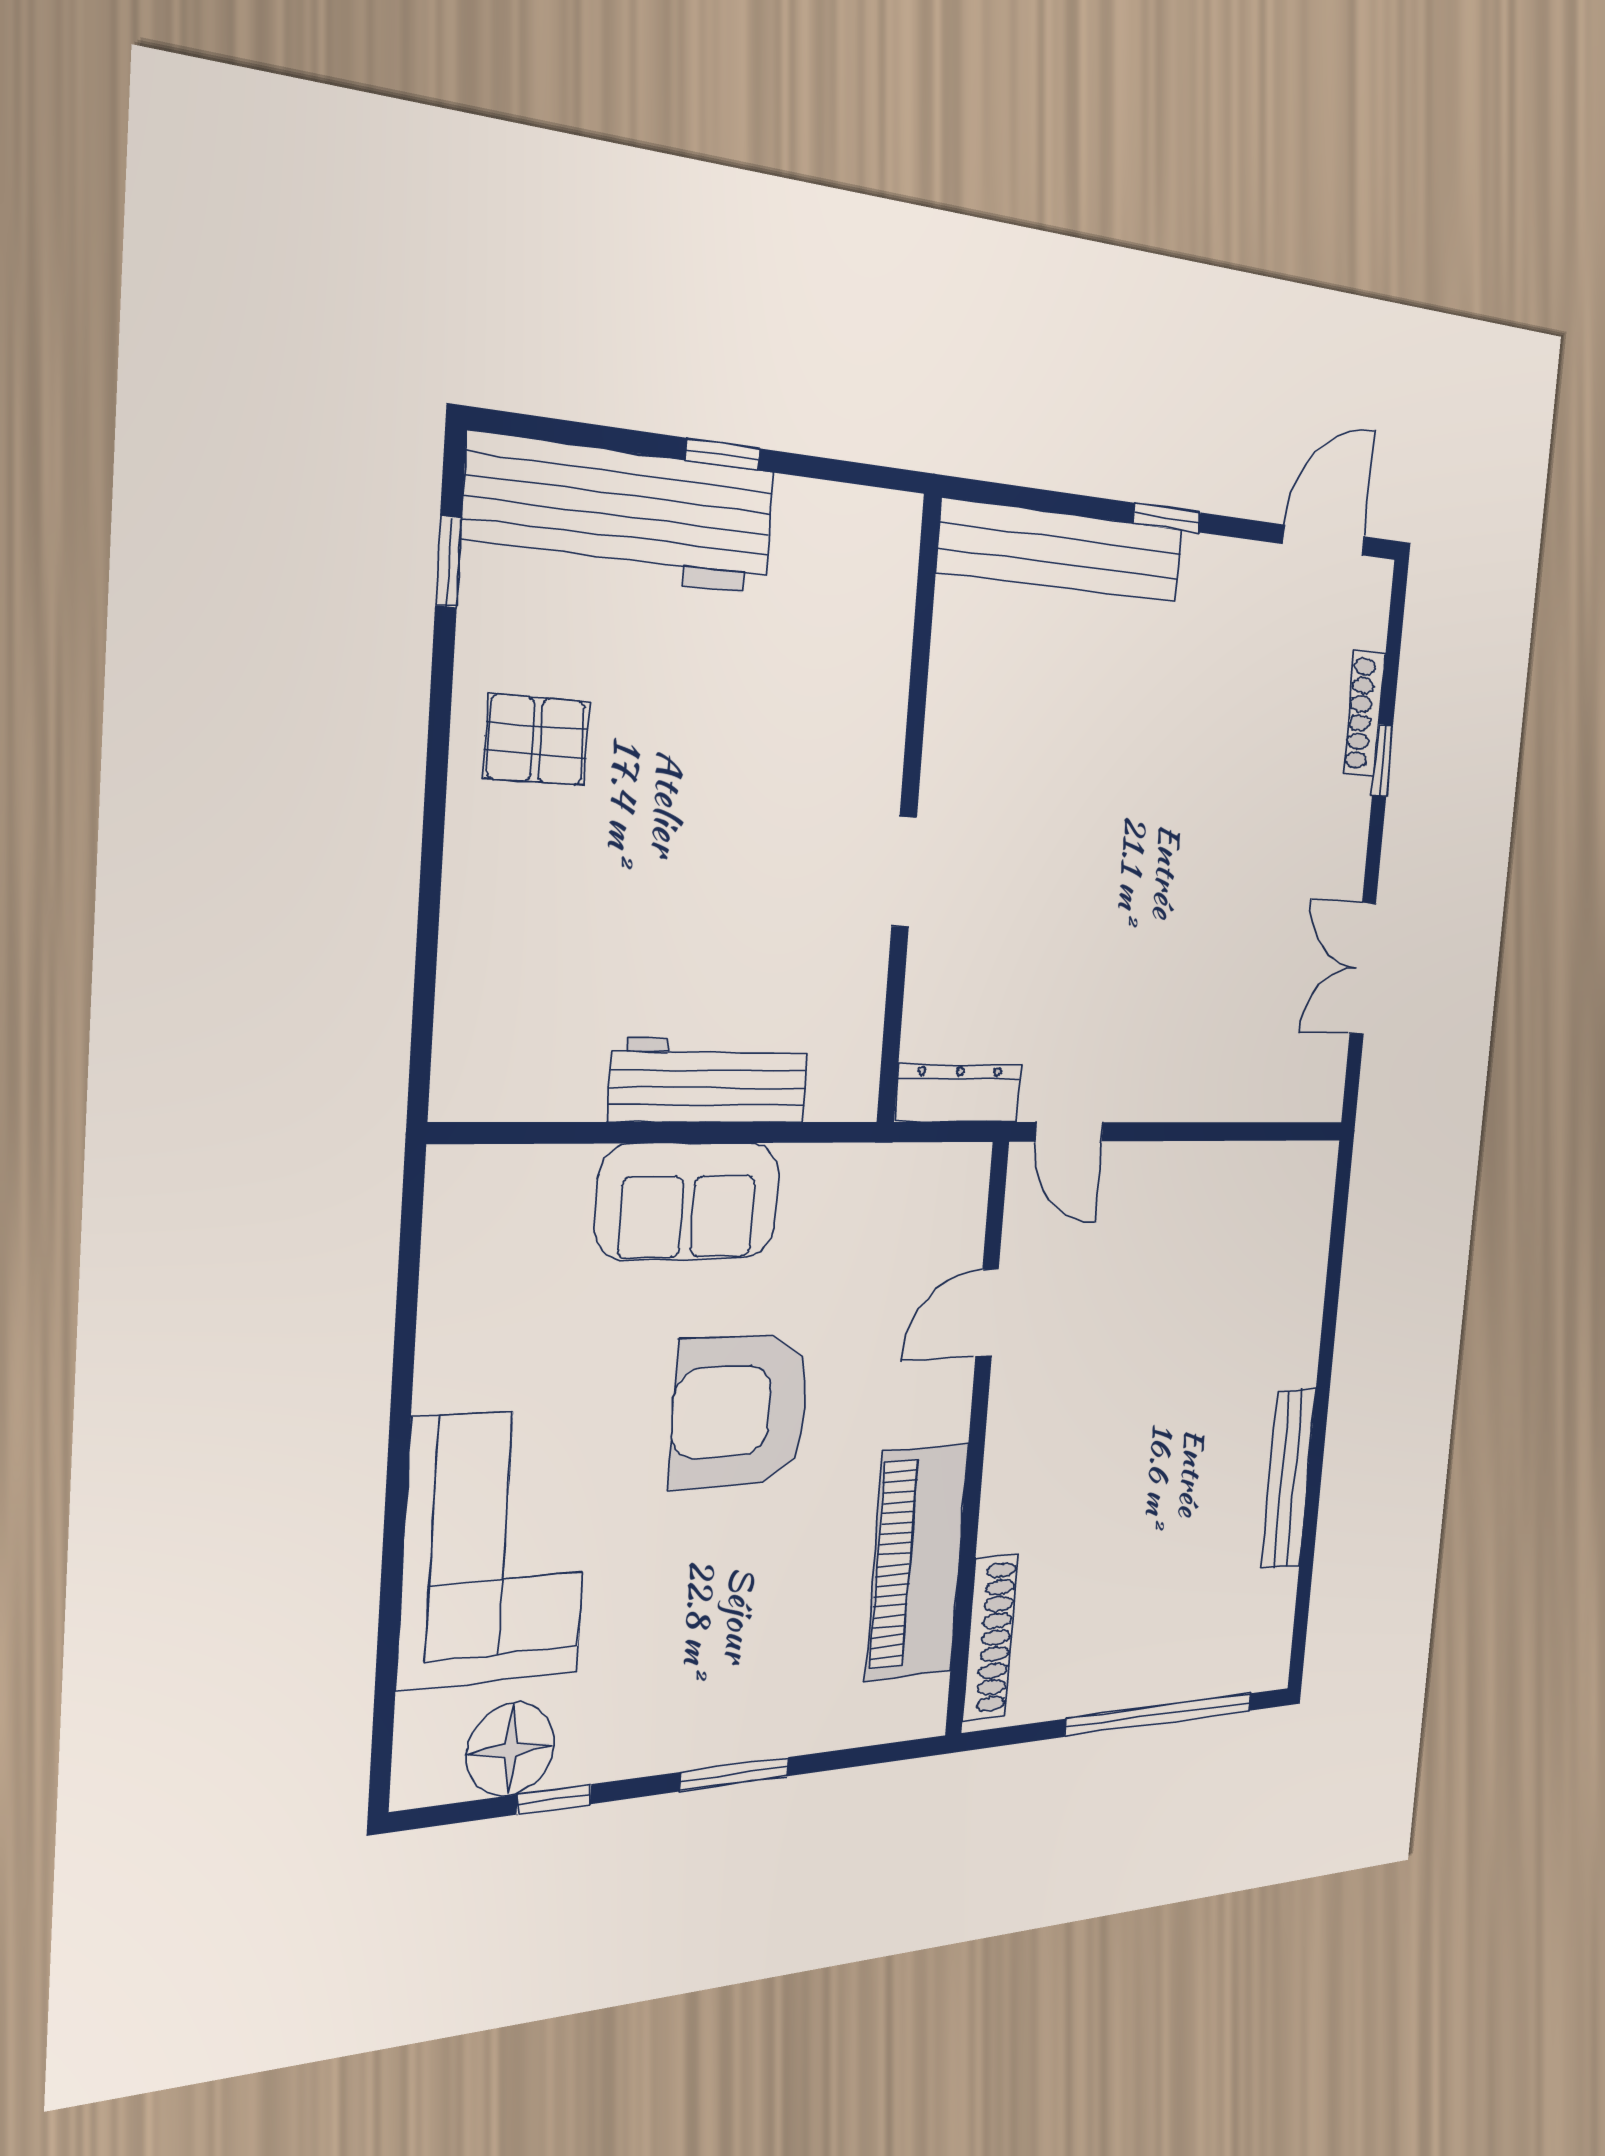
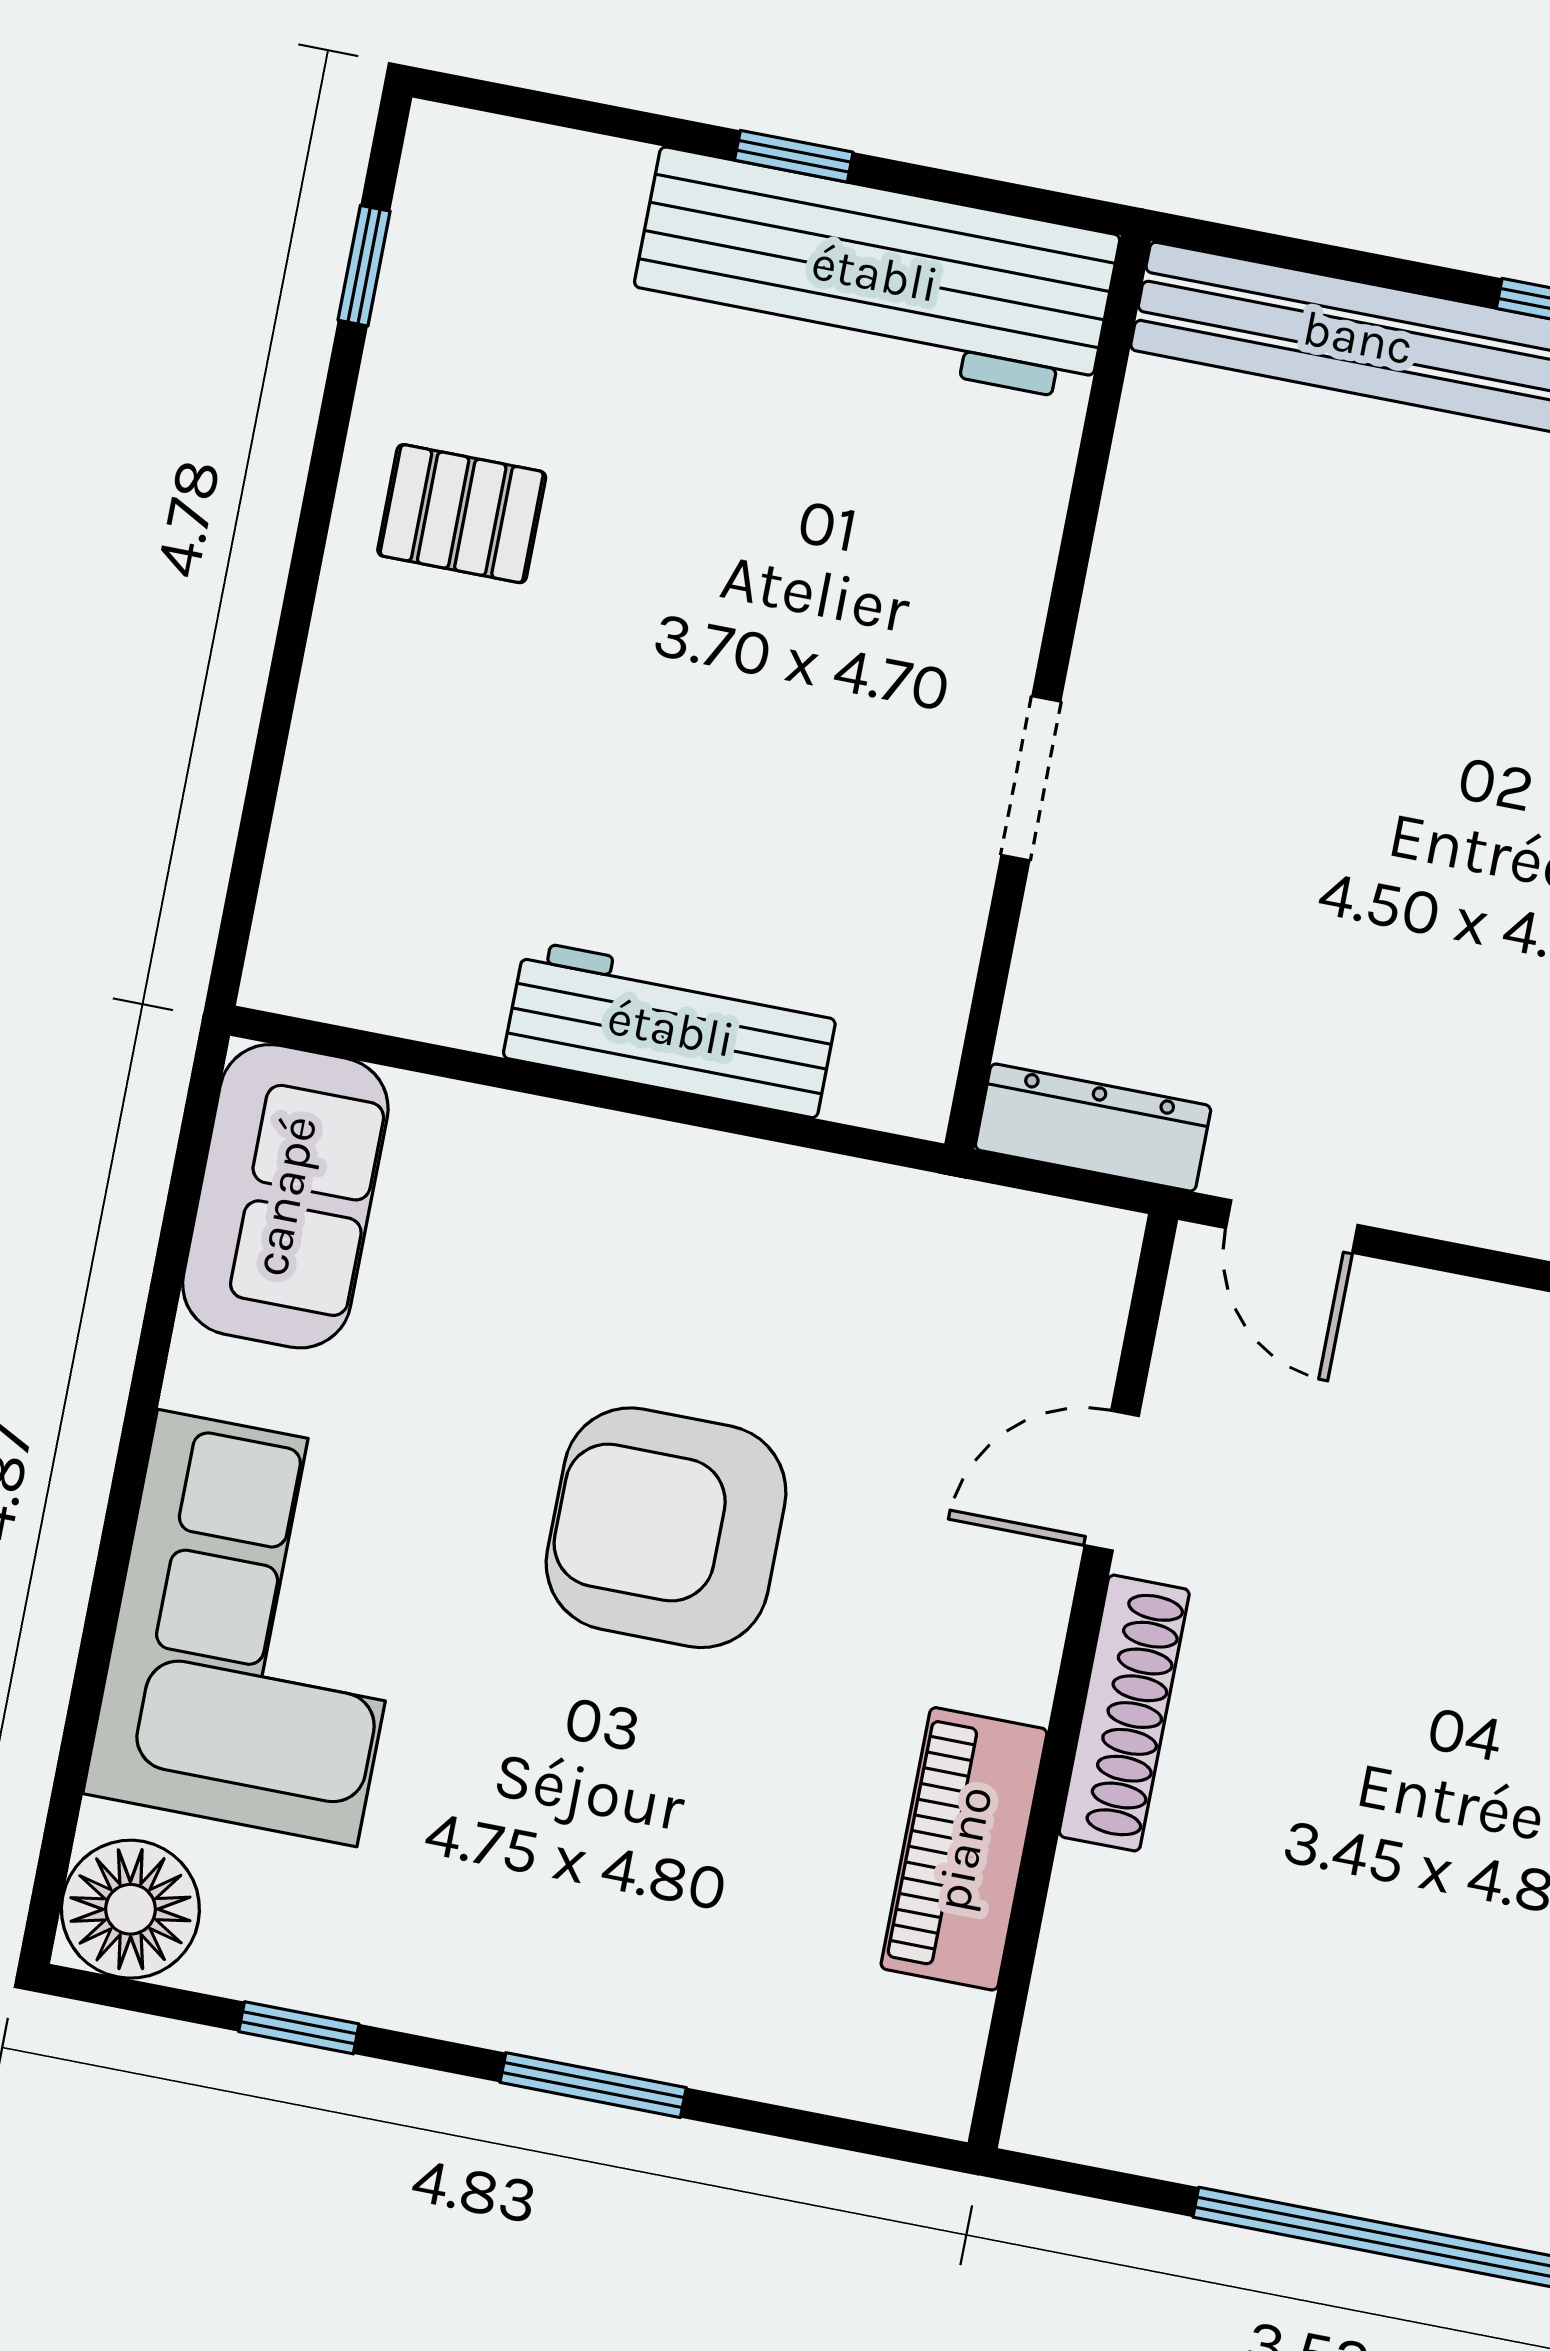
workbench: (621, 515) -> (875, 274), moved
sofa: (688, 1202) -> (285, 1196), moved, turned -90
piano: (917, 1562) -> (964, 1849), width x0.73, depth x0.75
shoe rack: (990, 1638) -> (1124, 1713), moved
floor lamp: (511, 1749) -> (130, 1909), moved

